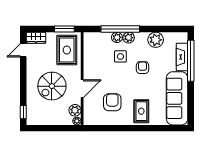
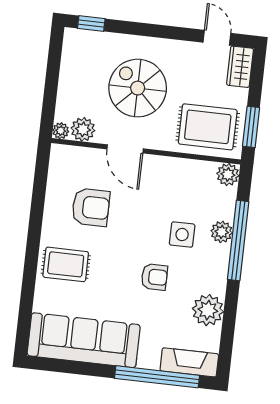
plant: (129, 38) -> (228, 175), moved
fireplace: (182, 57) -> (189, 362), moved

